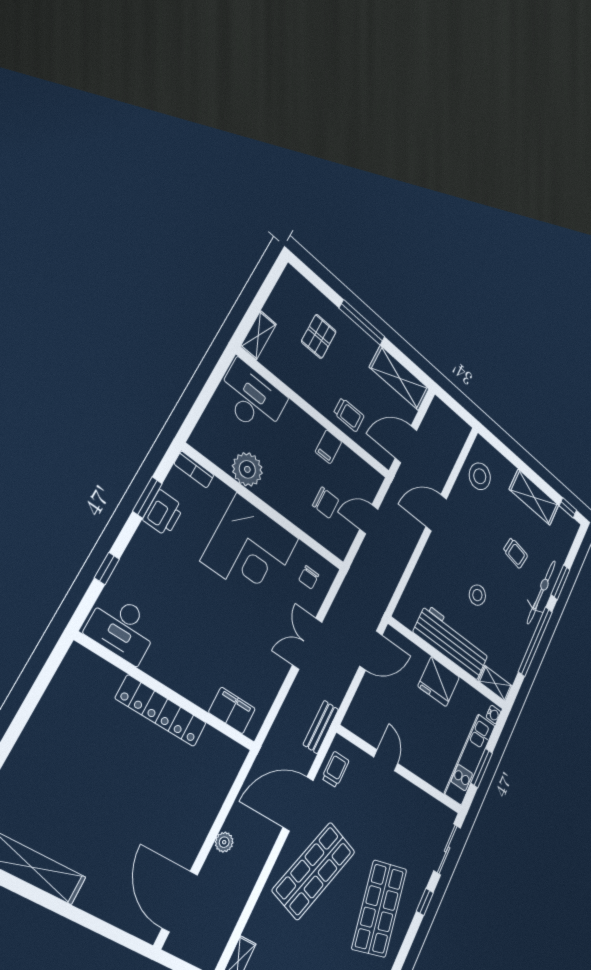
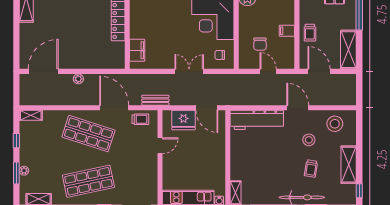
stool: (477, 595) -> (309, 140), moved
workbench: (452, 642) -> (257, 120), moved, turned 90
fridge: (439, 682) -> (184, 120), moved, turned -90

